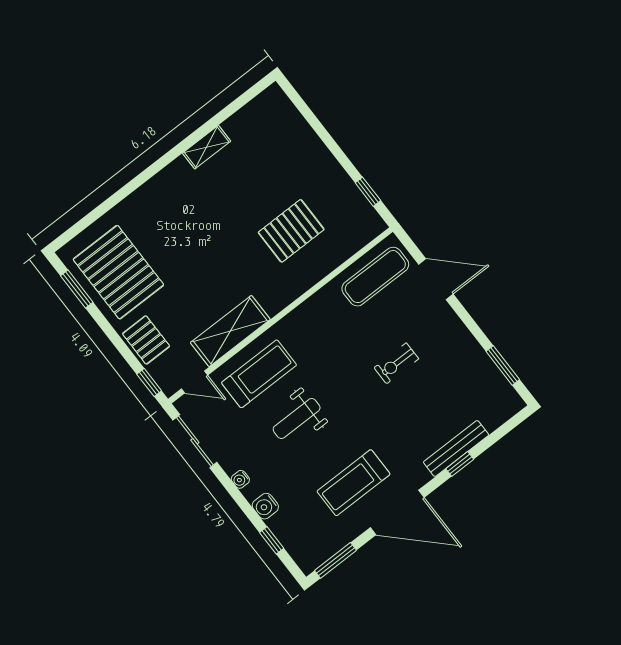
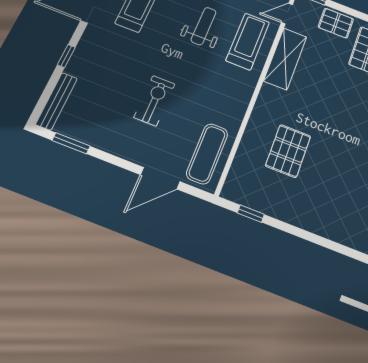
exercise bike: (396, 363) -> (155, 101), width x1.38, depth x1.39
treadmill: (259, 374) -> (248, 41), turned 180
bench: (456, 449) -> (57, 101), moved

